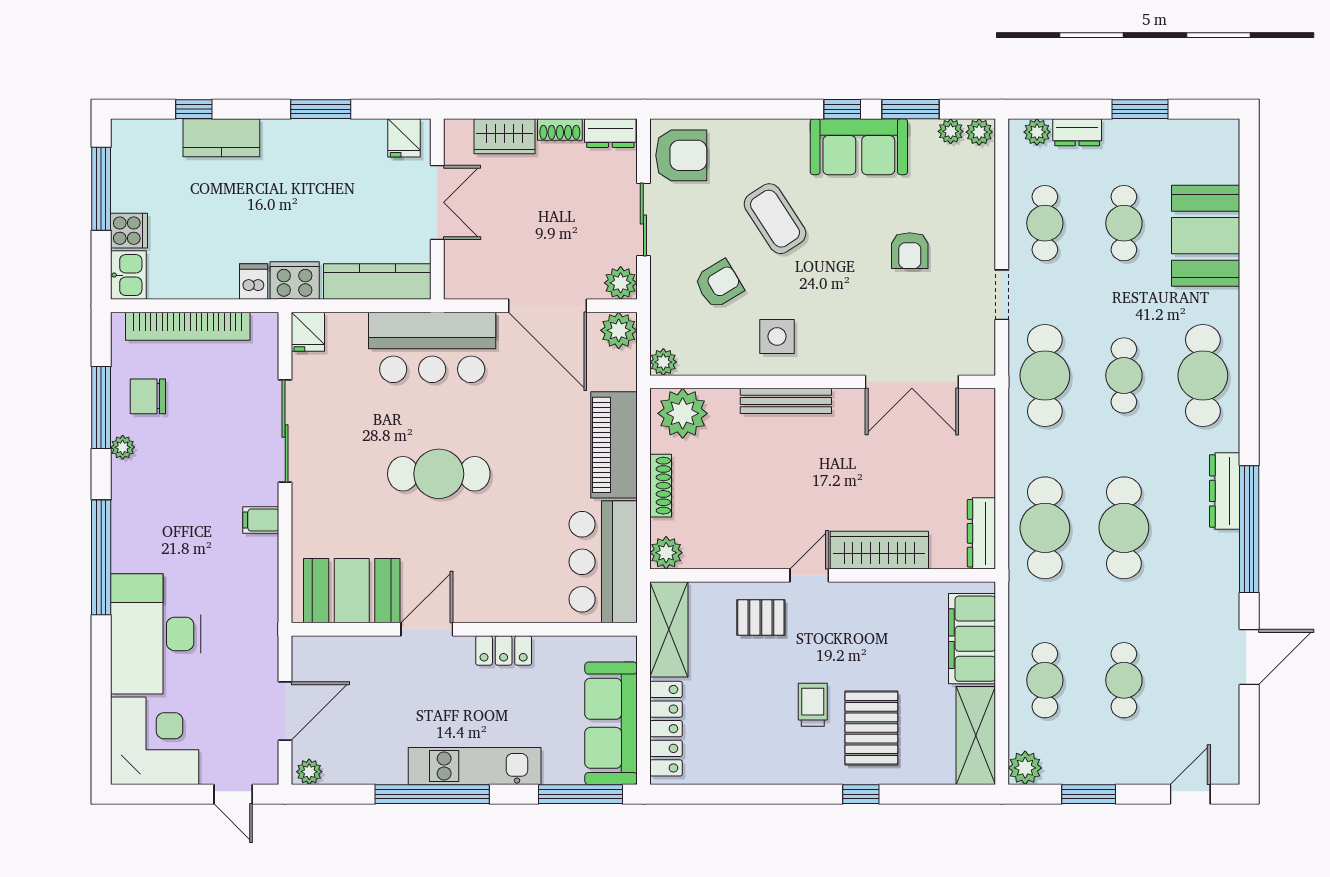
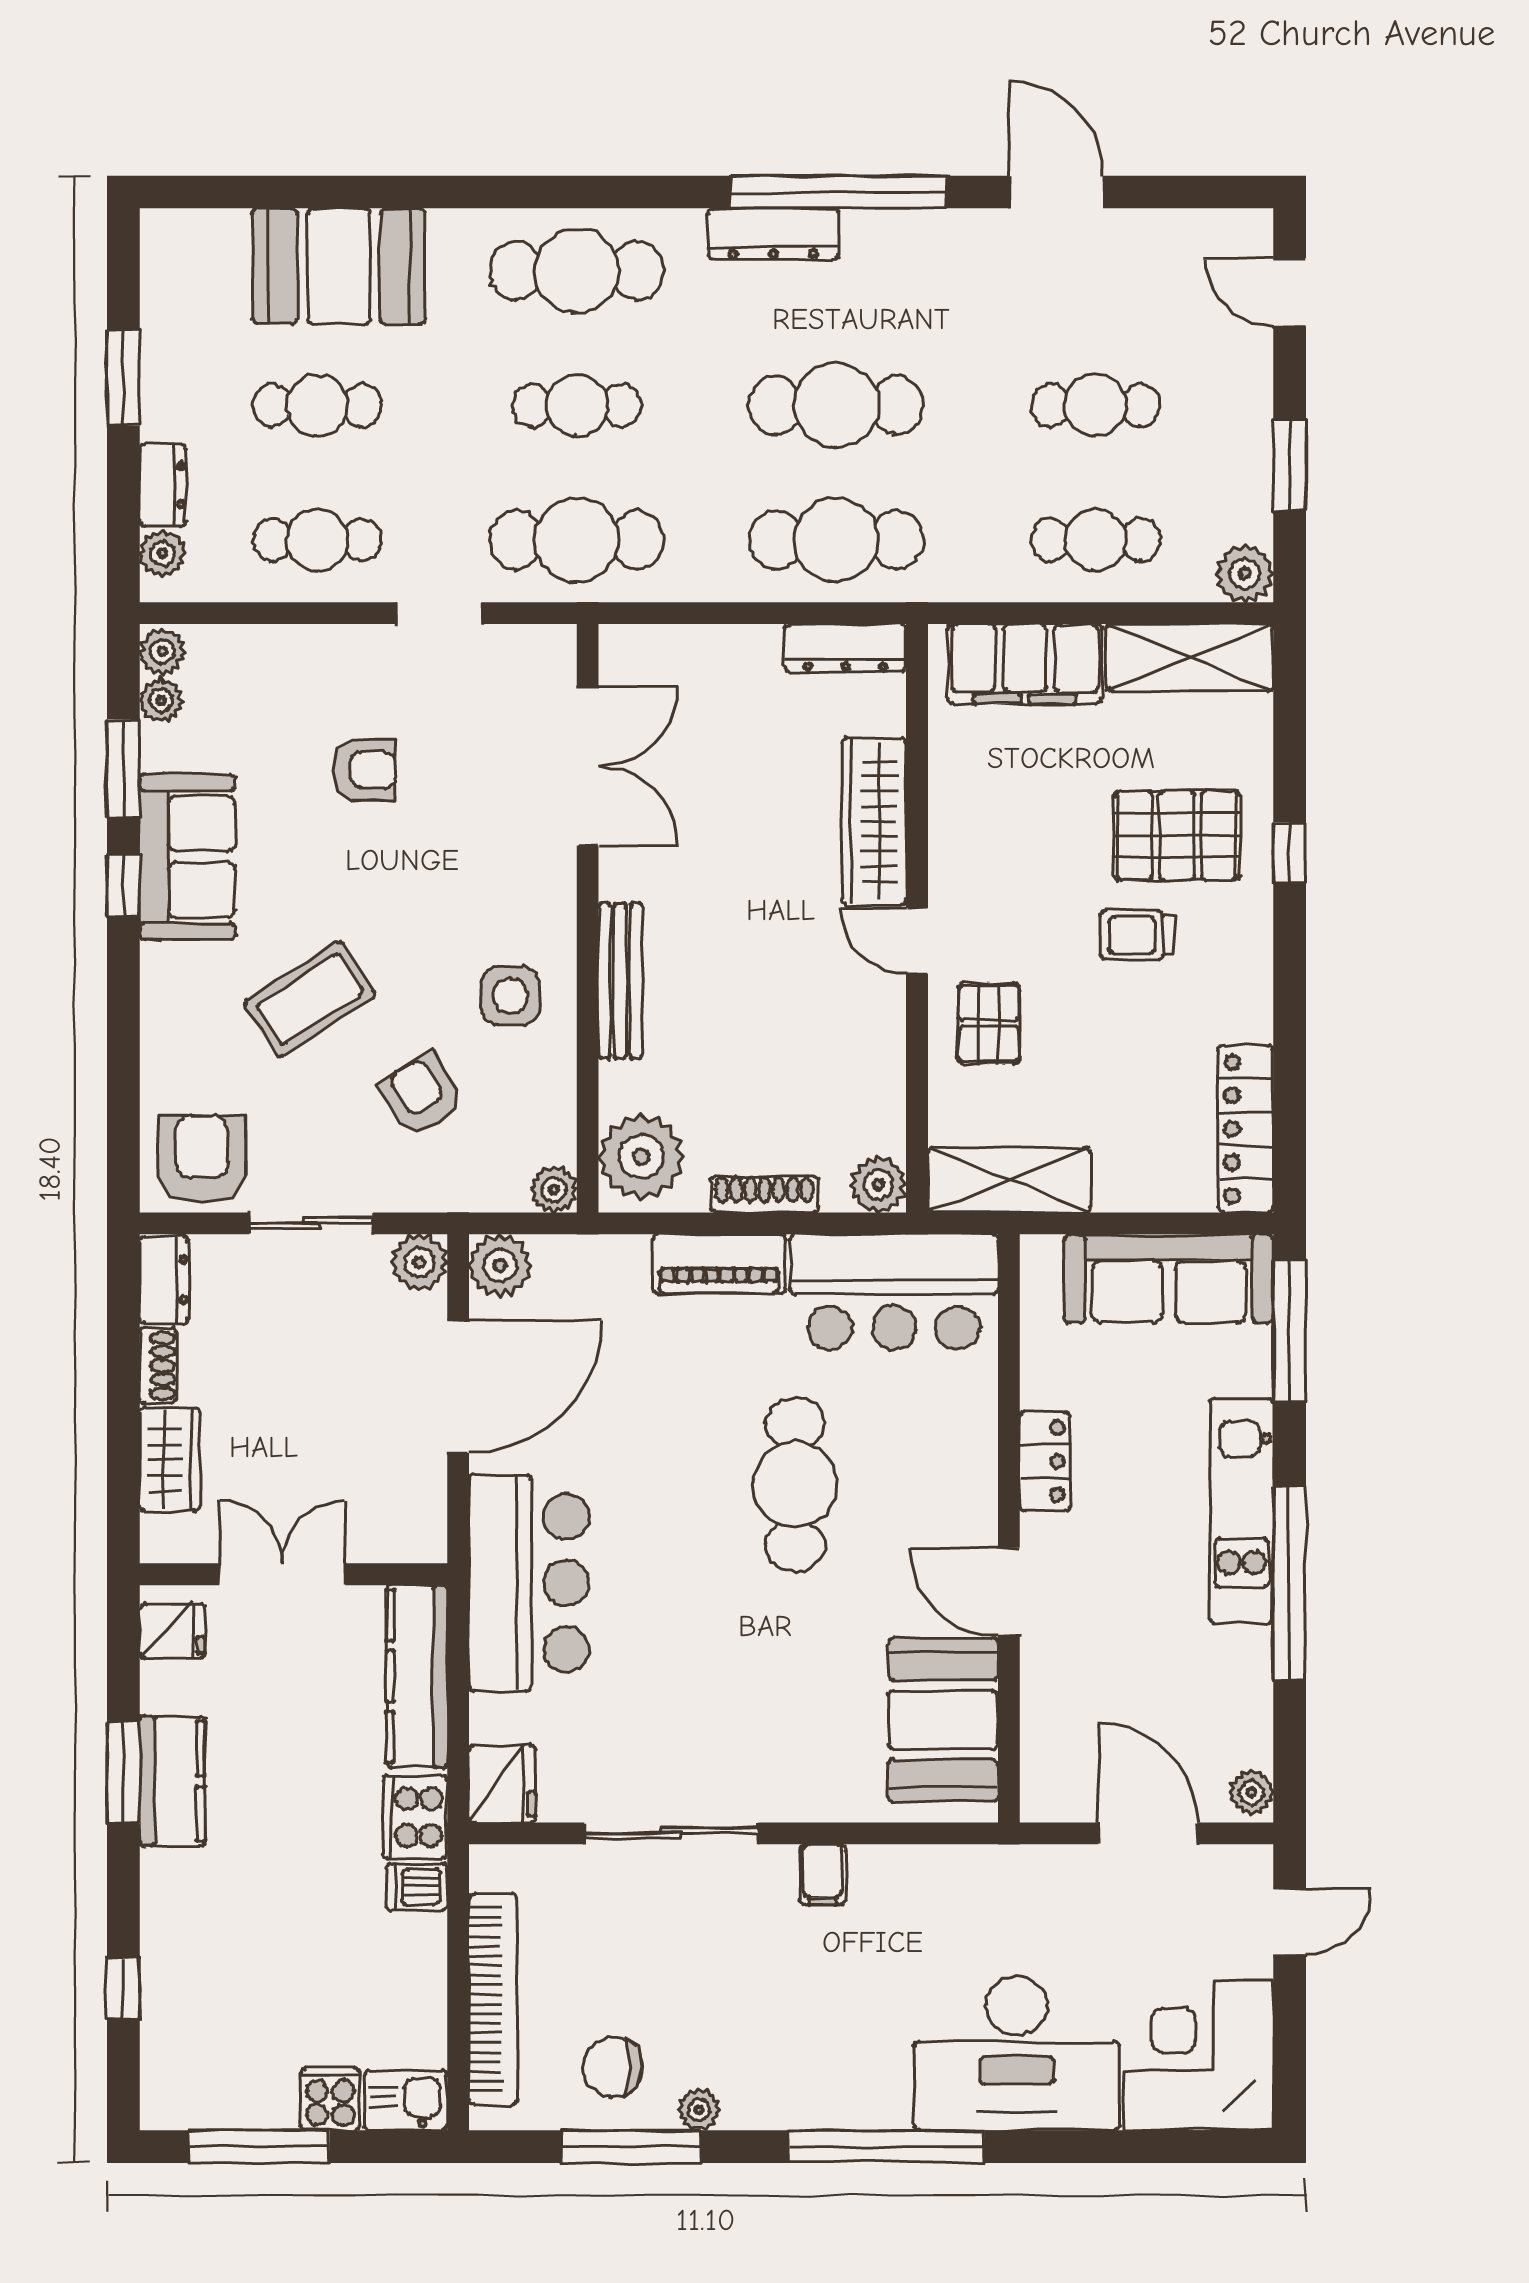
kitchen counter: (221, 138) -> (172, 1781), moved
fridge: (308, 332) -> (502, 1784), width x1.38
chair: (148, 396) -> (612, 2067), turned 90
piano: (614, 445) -> (719, 1264), width x0.73, depth x0.75
cafe table: (439, 474) -> (795, 1484), moved
locker: (666, 729) -> (1246, 1129), moved, turned -90

